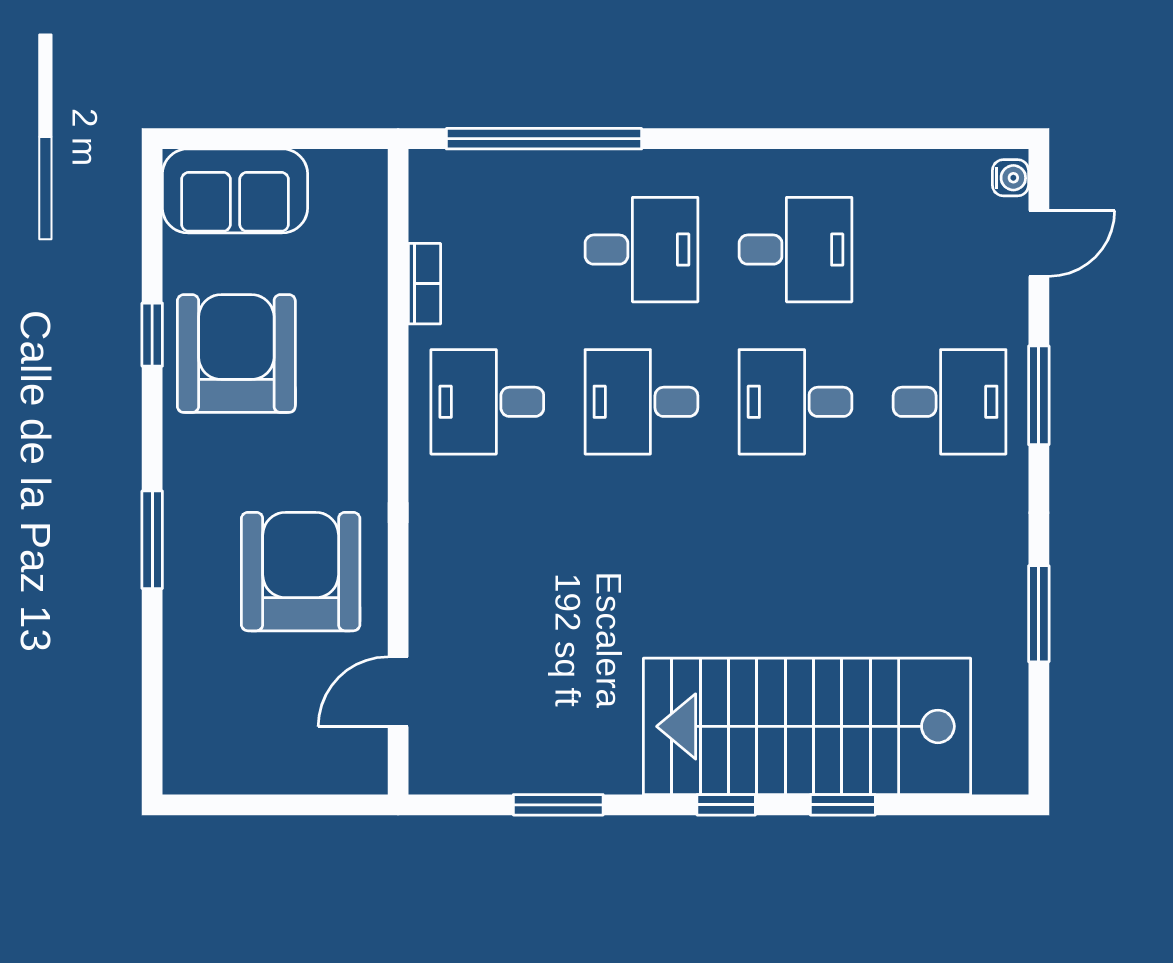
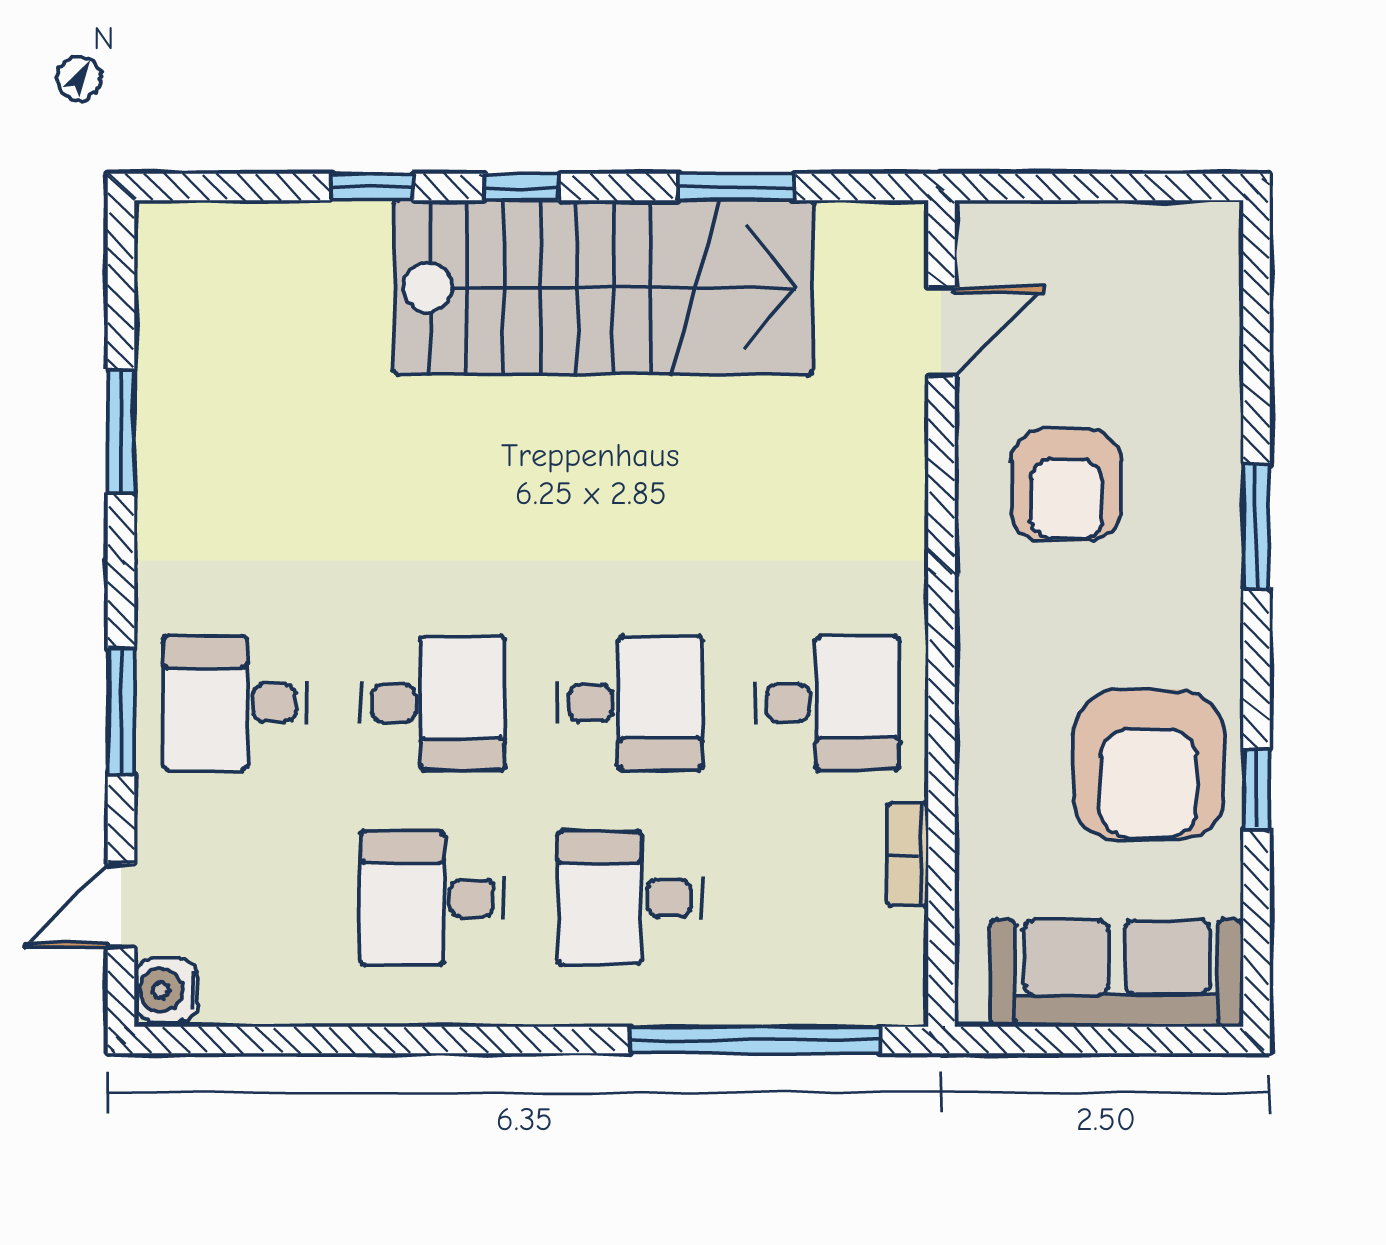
water cooler: (1010, 178) -> (166, 990), width x1.38, depth x1.38
sofa: (235, 191) -> (1117, 973), width x1.36
armchair: (301, 572) -> (1066, 486), width x0.73, depth x0.73
stairs: (807, 726) -> (603, 287), moved

